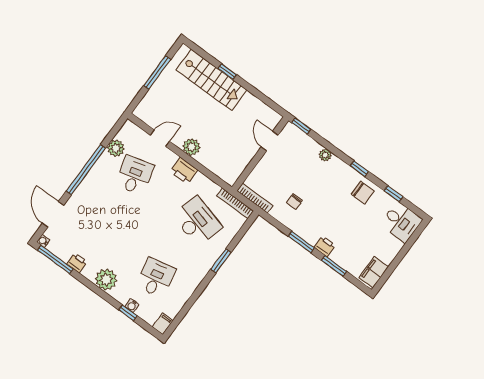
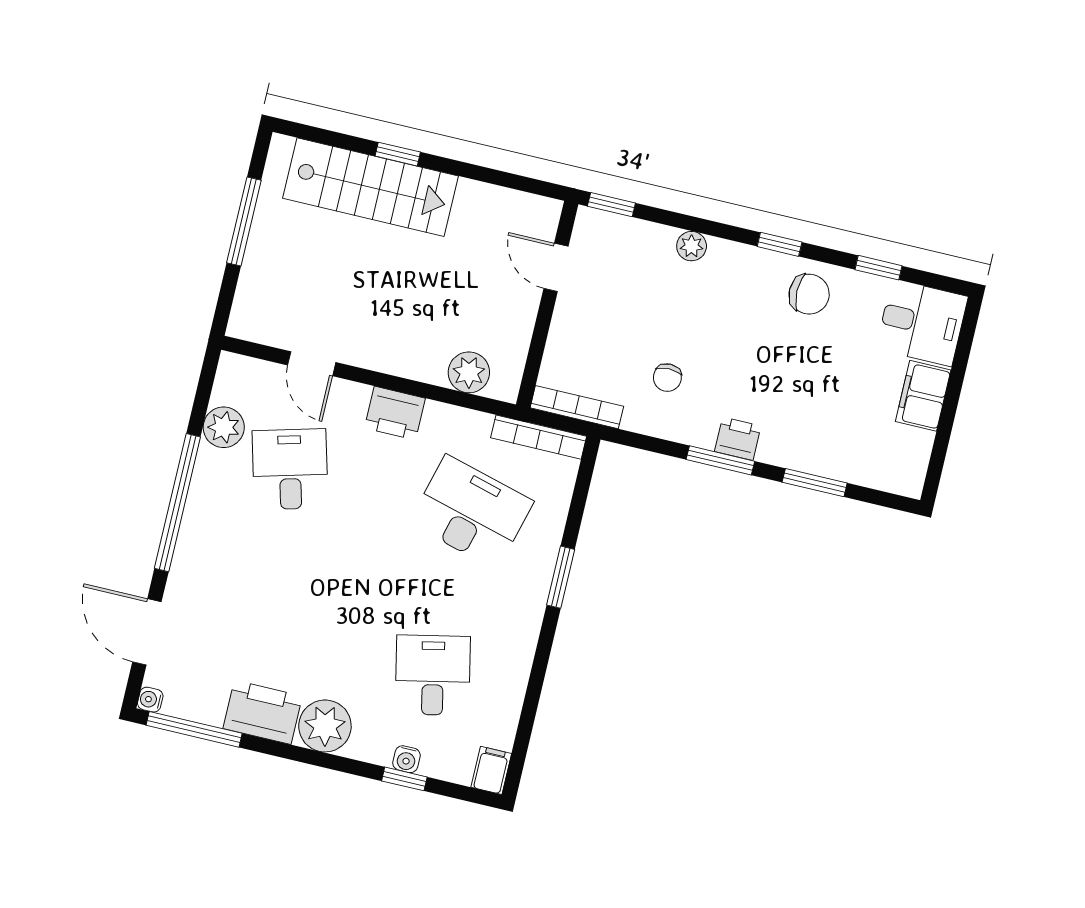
door: (160, 138) -> (312, 364), swing flipped
plant: (191, 147) -> (469, 372), moved
printer: (325, 246) -> (738, 439), moved
printer: (77, 263) -> (263, 712), width x1.87, depth x1.48
filing cabinet: (374, 272) -> (923, 396), moved

